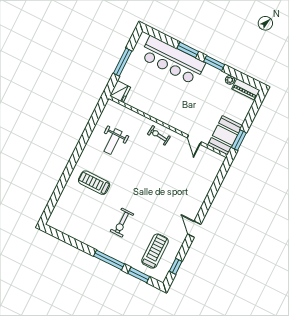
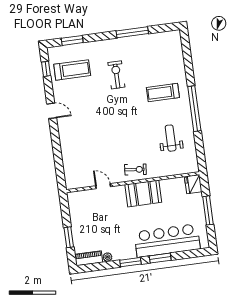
booth: (225, 135) -> (143, 193), moved, turned 90
window: (239, 140) -> (69, 237), moved
window: (78, 152) -> (194, 109), added
treadmill: (94, 183) -> (163, 92), turned 180
treadmill: (155, 251) -> (72, 70), turned -90
window: (109, 260) -> (132, 32), moved

